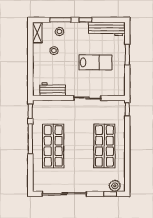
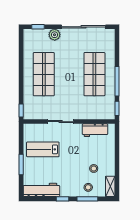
lab bench: (95, 62) -> (43, 149), moved
plant: (115, 186) -> (55, 35), moved

